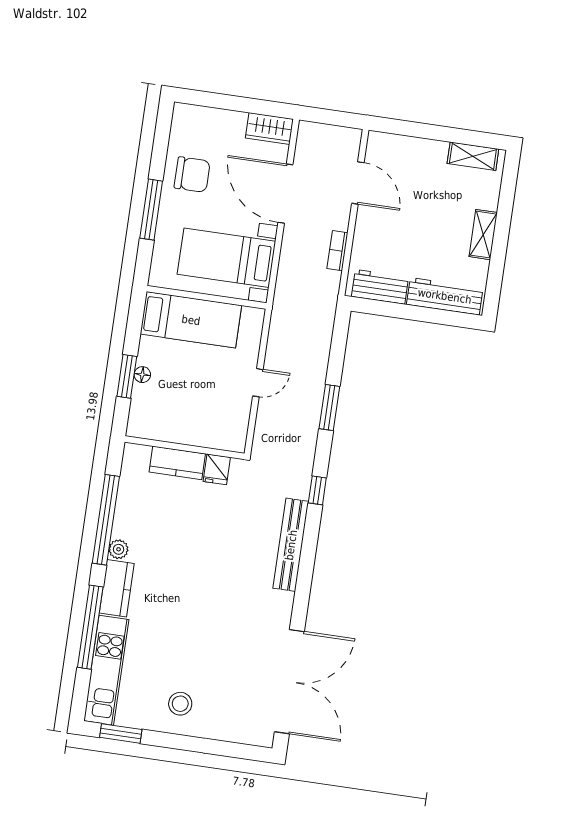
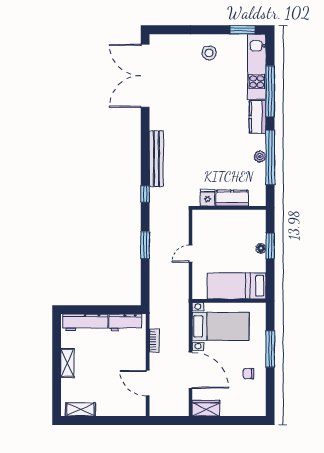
chair: (192, 175) -> (249, 374), width x0.54, depth x0.54
plant: (119, 549) -> (260, 157), moved

